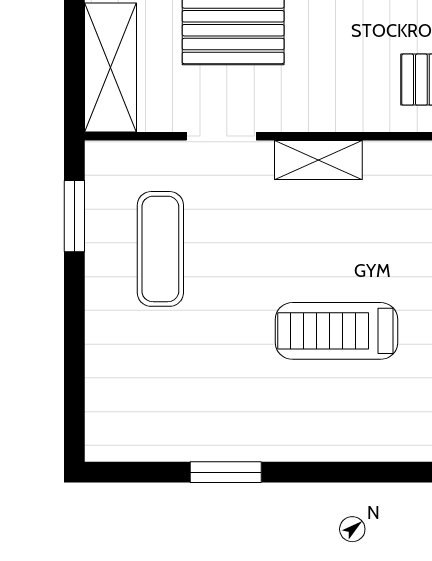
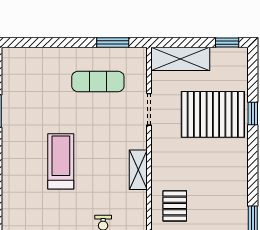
shelving: (318, 160) -> (138, 170), moved

